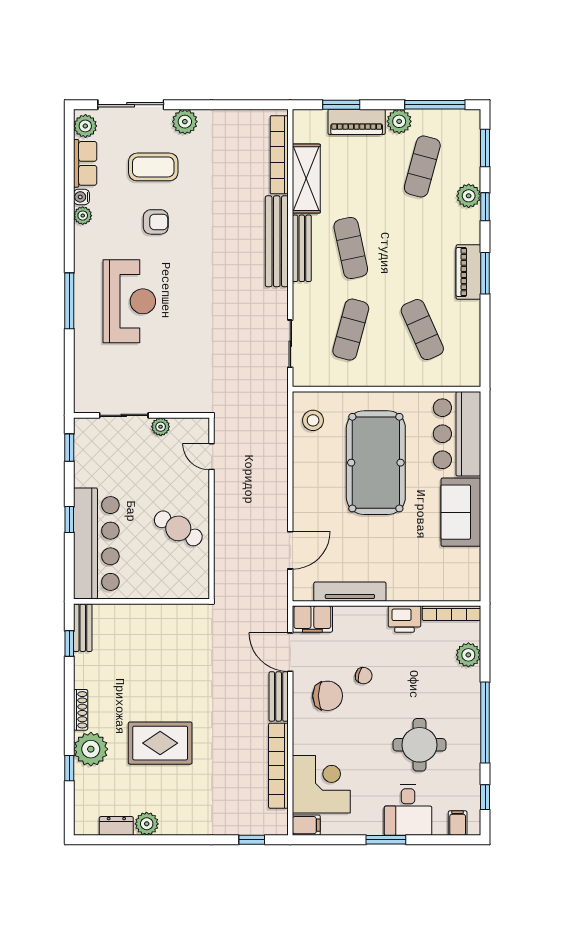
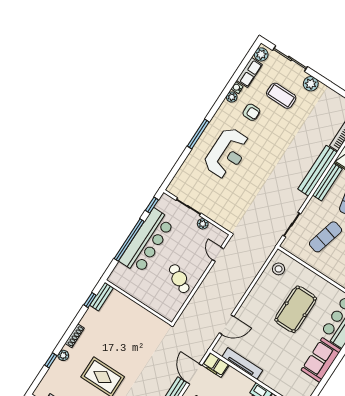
armchair: (156, 222) -> (251, 112), moved
pool table: (376, 463) -> (296, 309), width x0.73, depth x0.76
window: (69, 520) -> (129, 240), width x3.17
bar counter: (96, 543) -> (147, 241), moved
plant: (91, 749) -> (63, 355), width x0.53, depth x0.53

